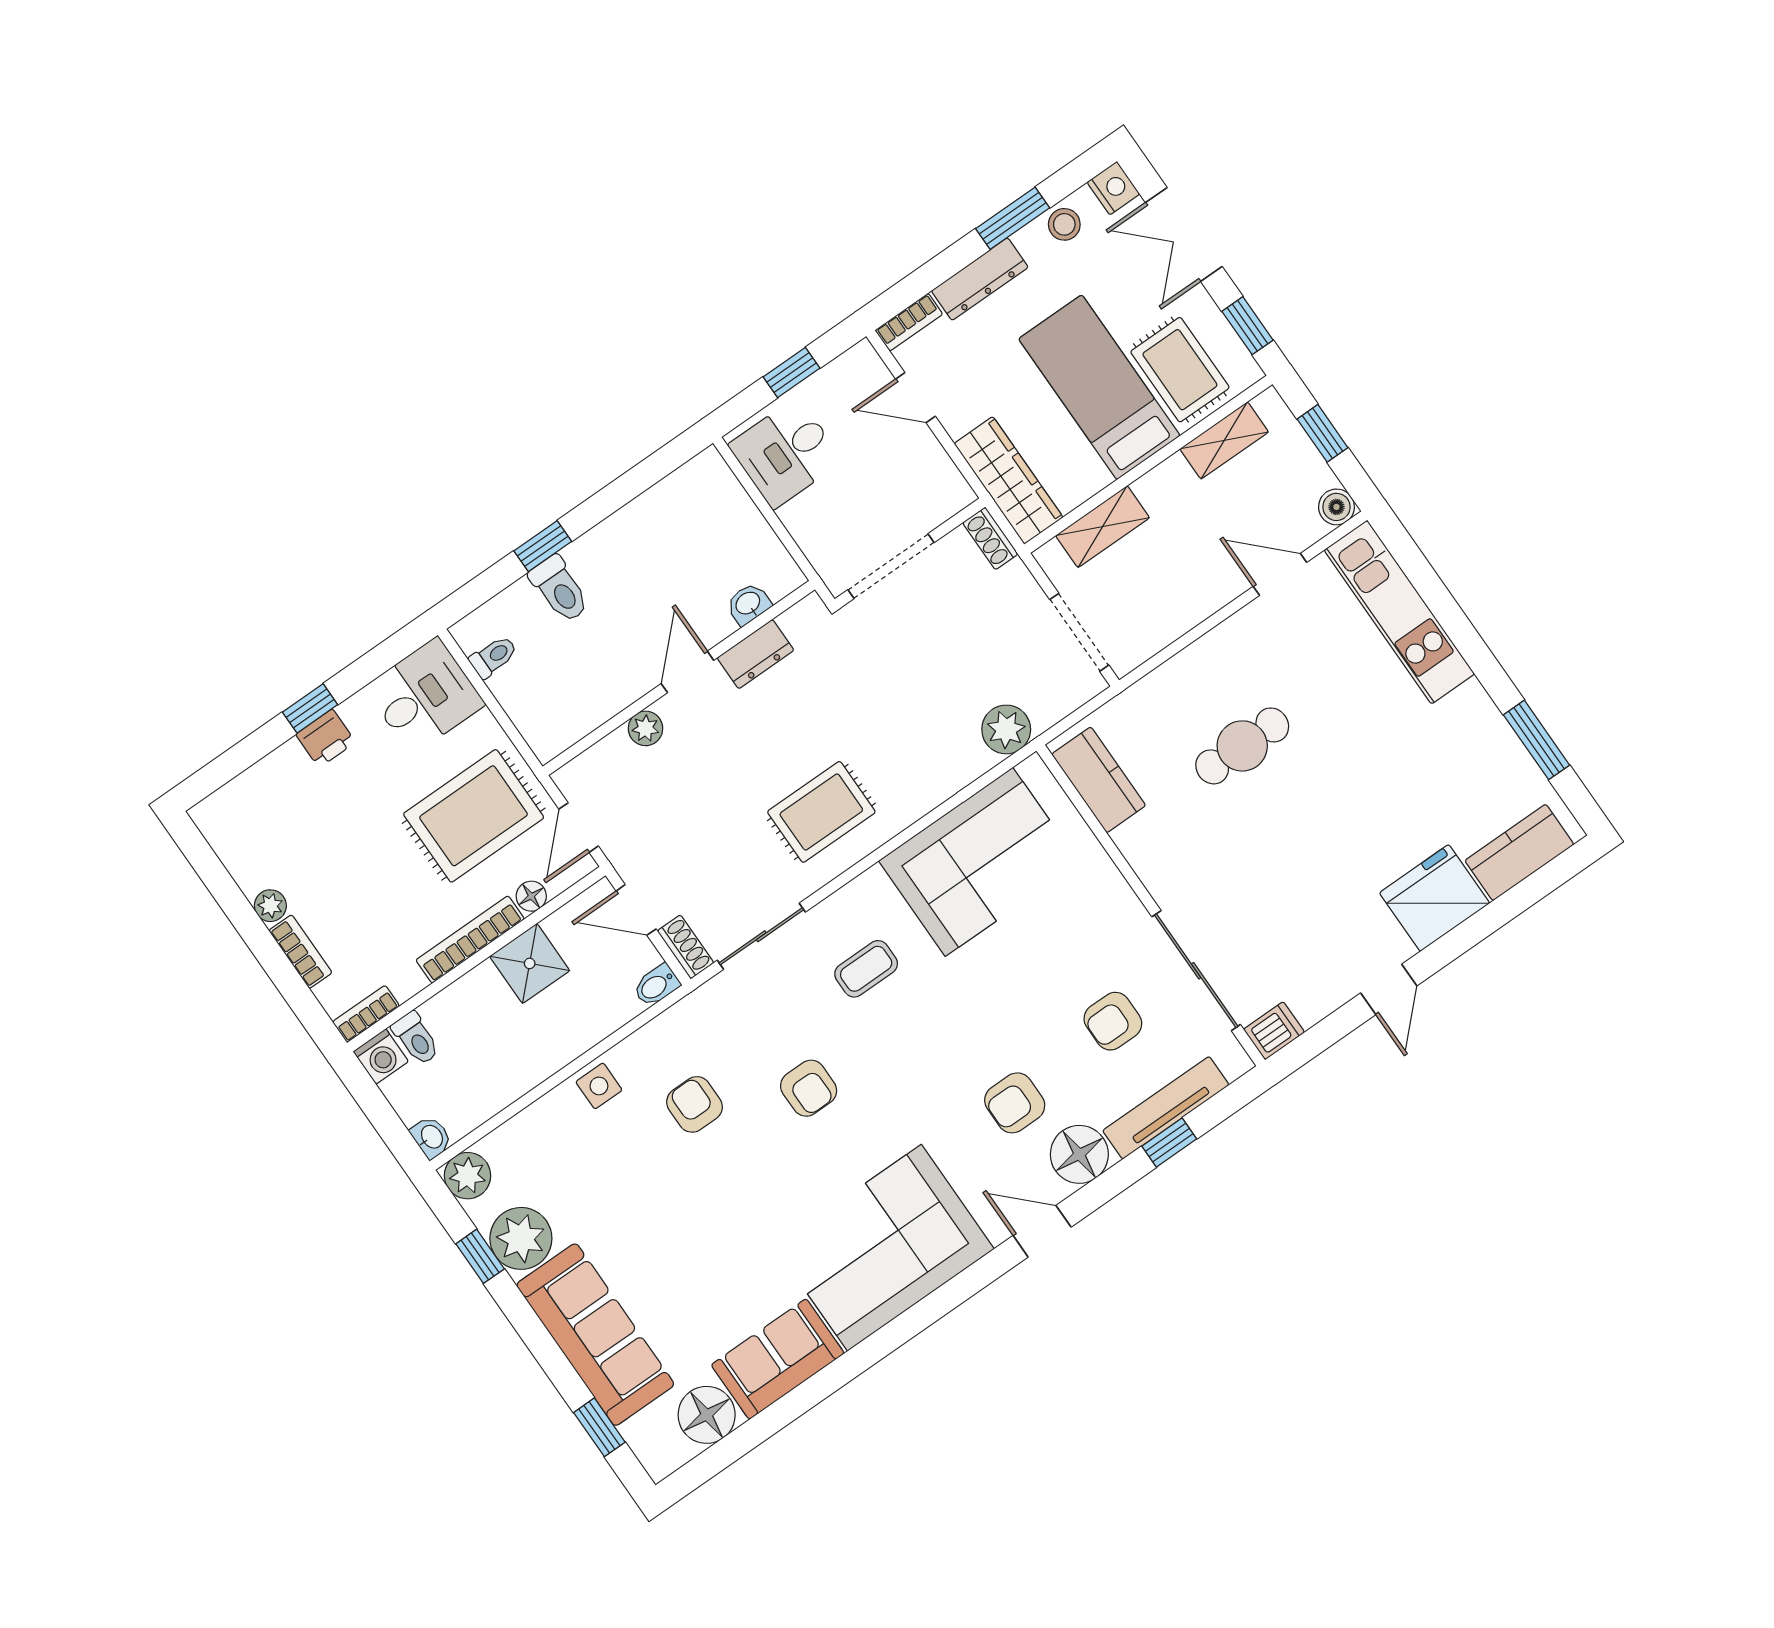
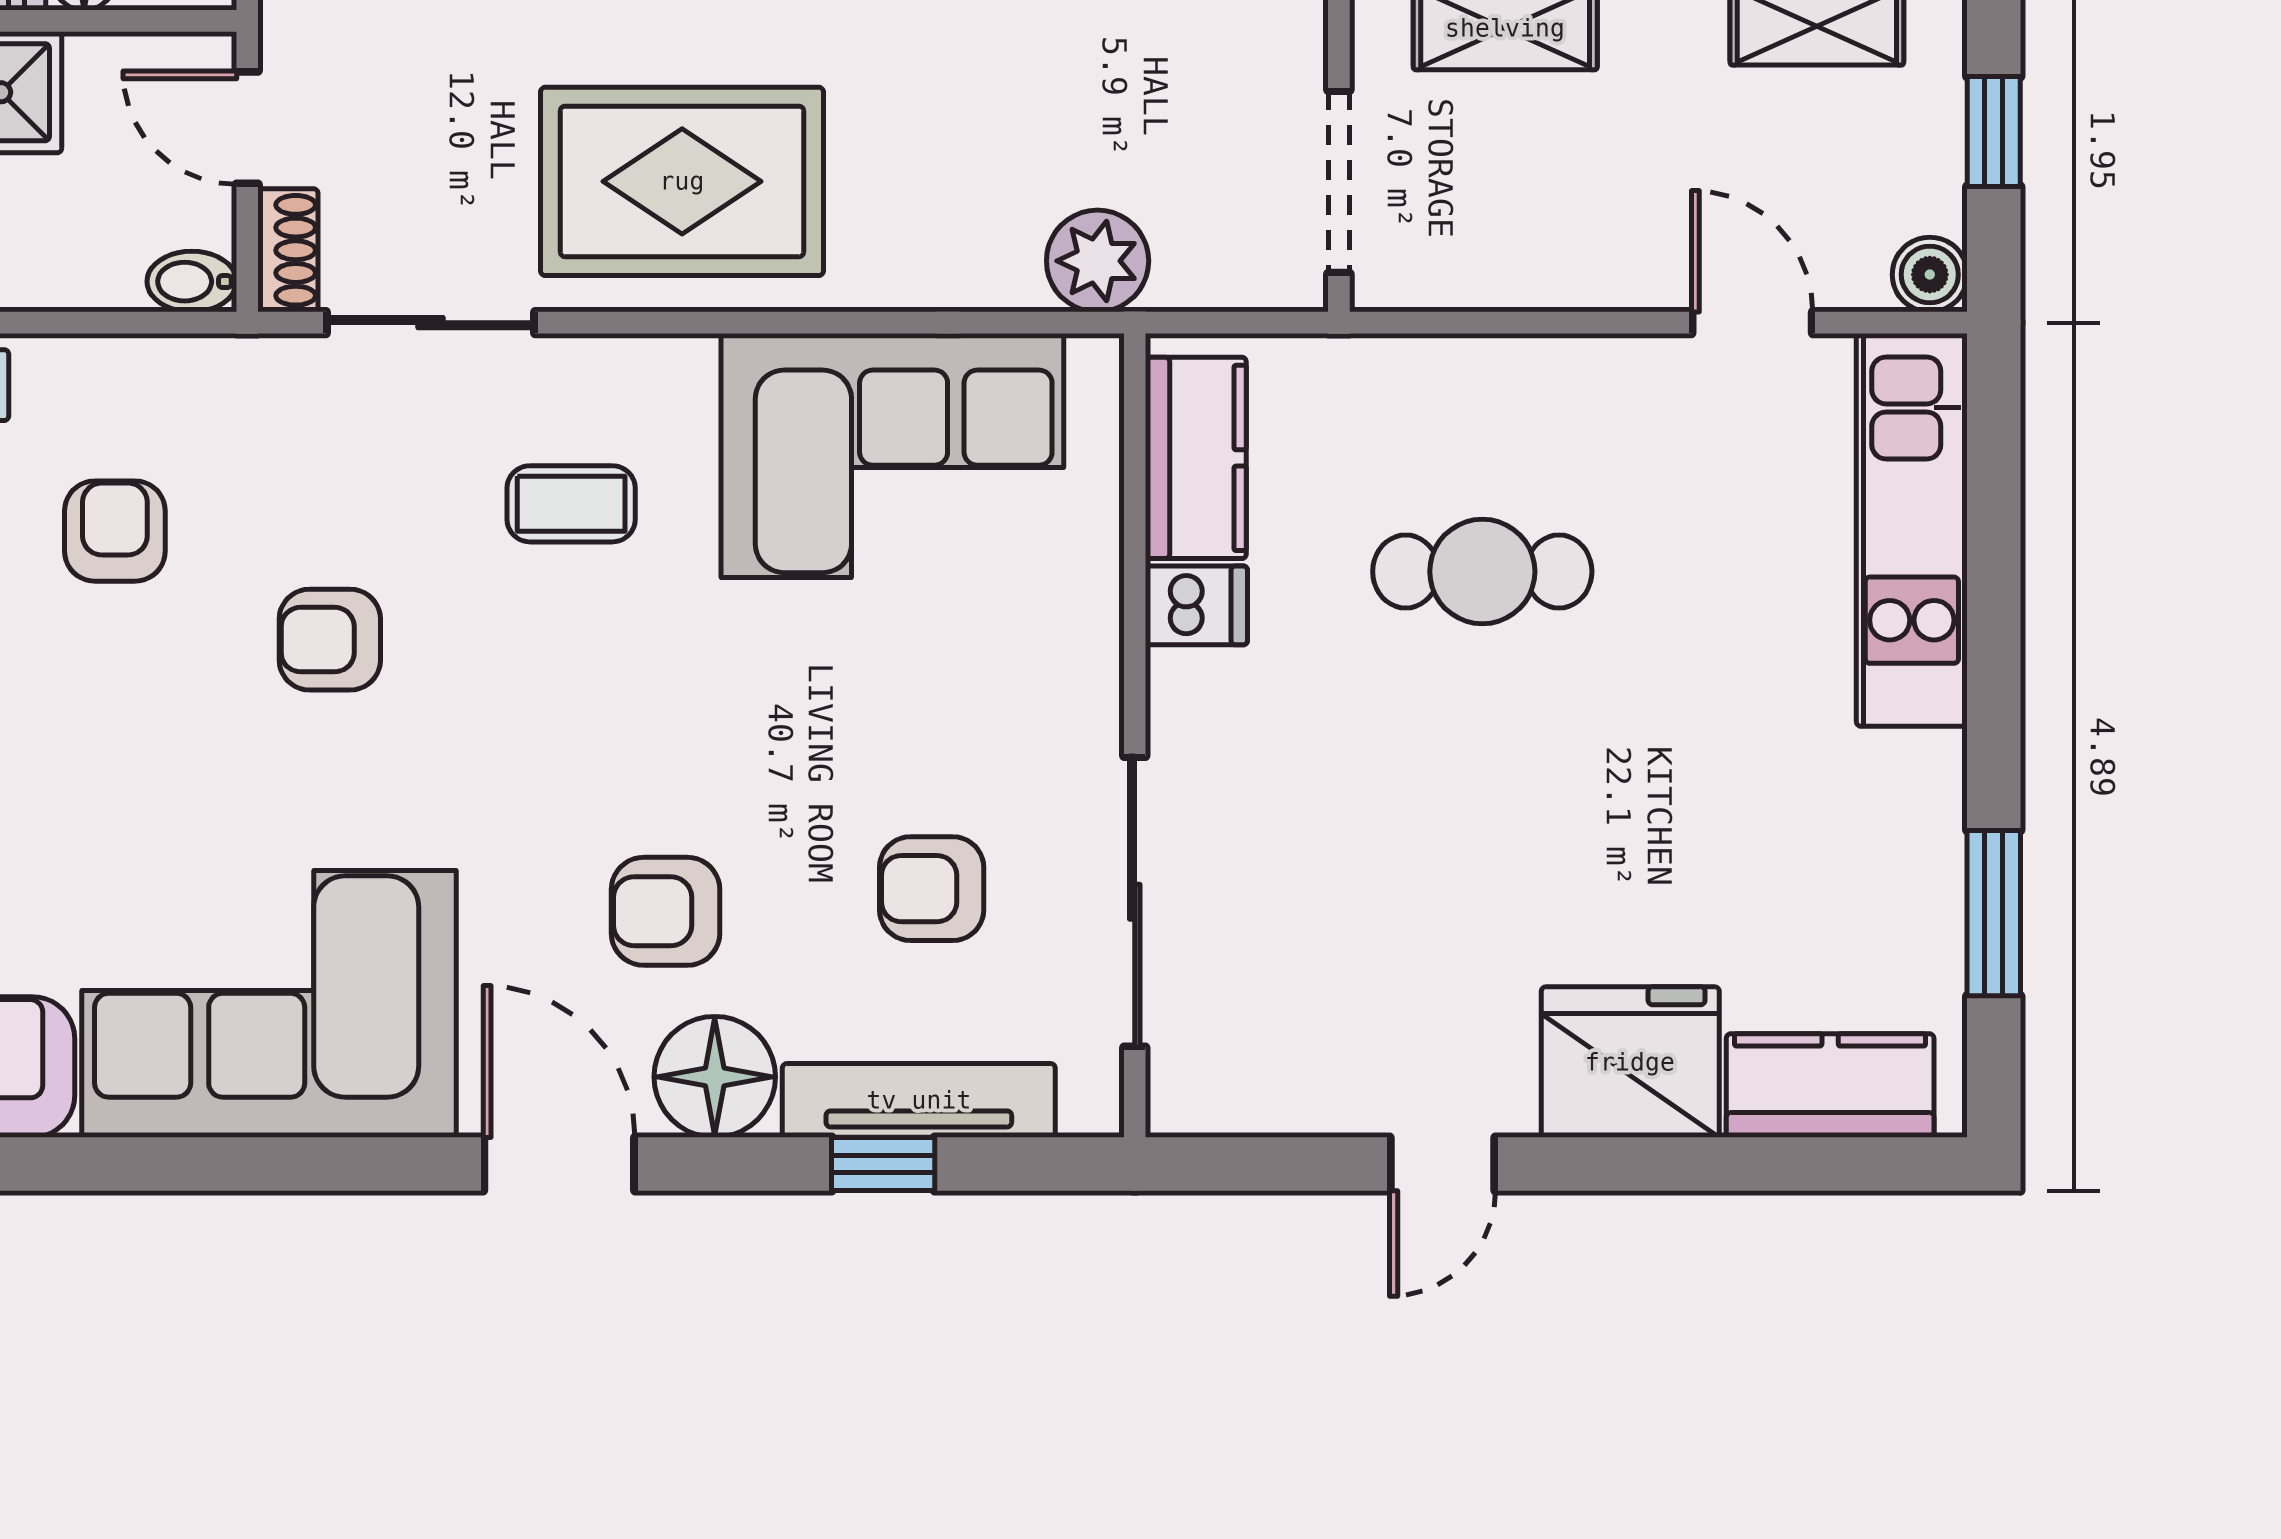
rug: (821, 812) -> (682, 181), width x1.36, depth x1.43
dishwasher: (1274, 1031) -> (1196, 605), moved
armchair: (809, 1088) -> (330, 640), turned 90
door: (1042, 1231) -> (559, 1164), width x1.37

